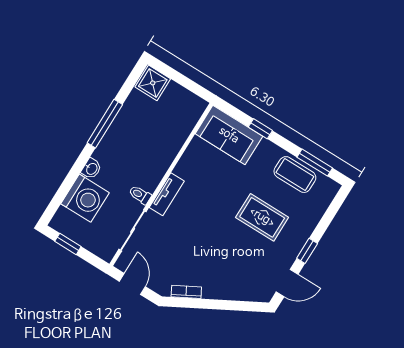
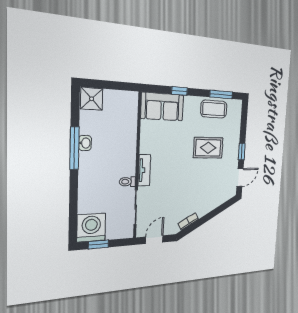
washbasin: (91, 169) -> (85, 143), moved
washing machine: (85, 198) -> (91, 228), moved, turned -90
door: (132, 284) -> (154, 240), hinge flipped

